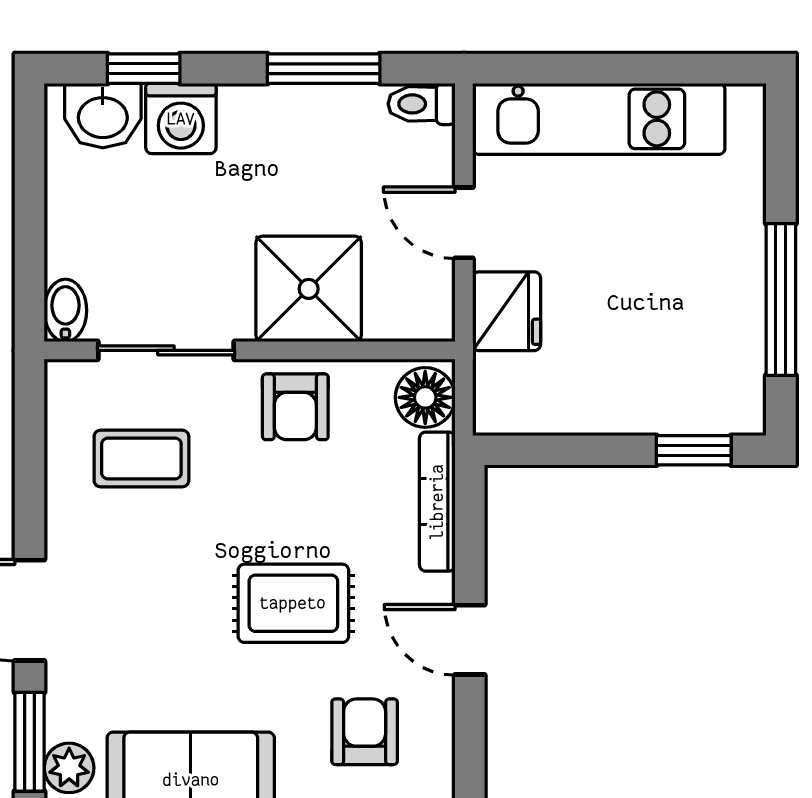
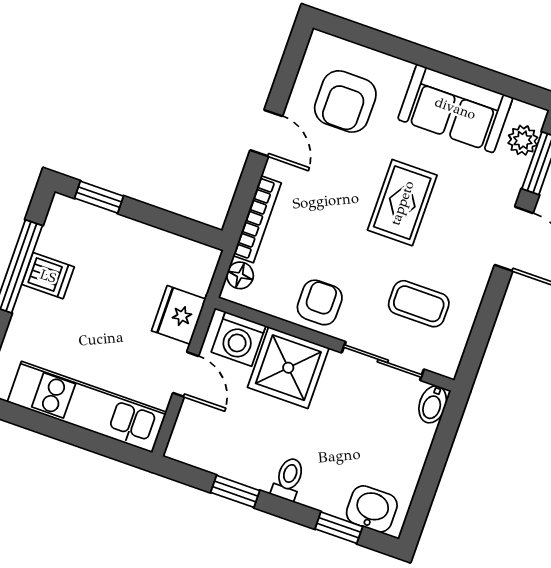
window: (324, 69) -> (235, 491), width x0.67
toilet: (422, 104) -> (288, 479), moved, turned -90
washing machine: (181, 119) -> (239, 339), moved, turned 180
dishwasher: (730, 301) -> (48, 276), added
floor lamp: (425, 397) -> (240, 275), width x0.73, depth x0.73
rug: (293, 603) -> (402, 203), moved, turned 90
armchair: (365, 732) -> (345, 101), width x1.38, depth x1.38

